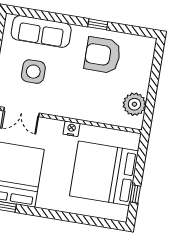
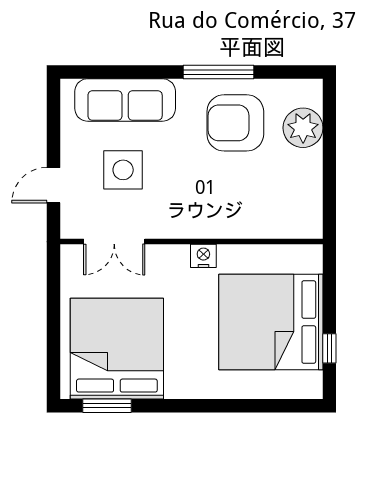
window: (98, 24) -> (219, 72), width x2.17
plant: (134, 104) -> (303, 128), moved

